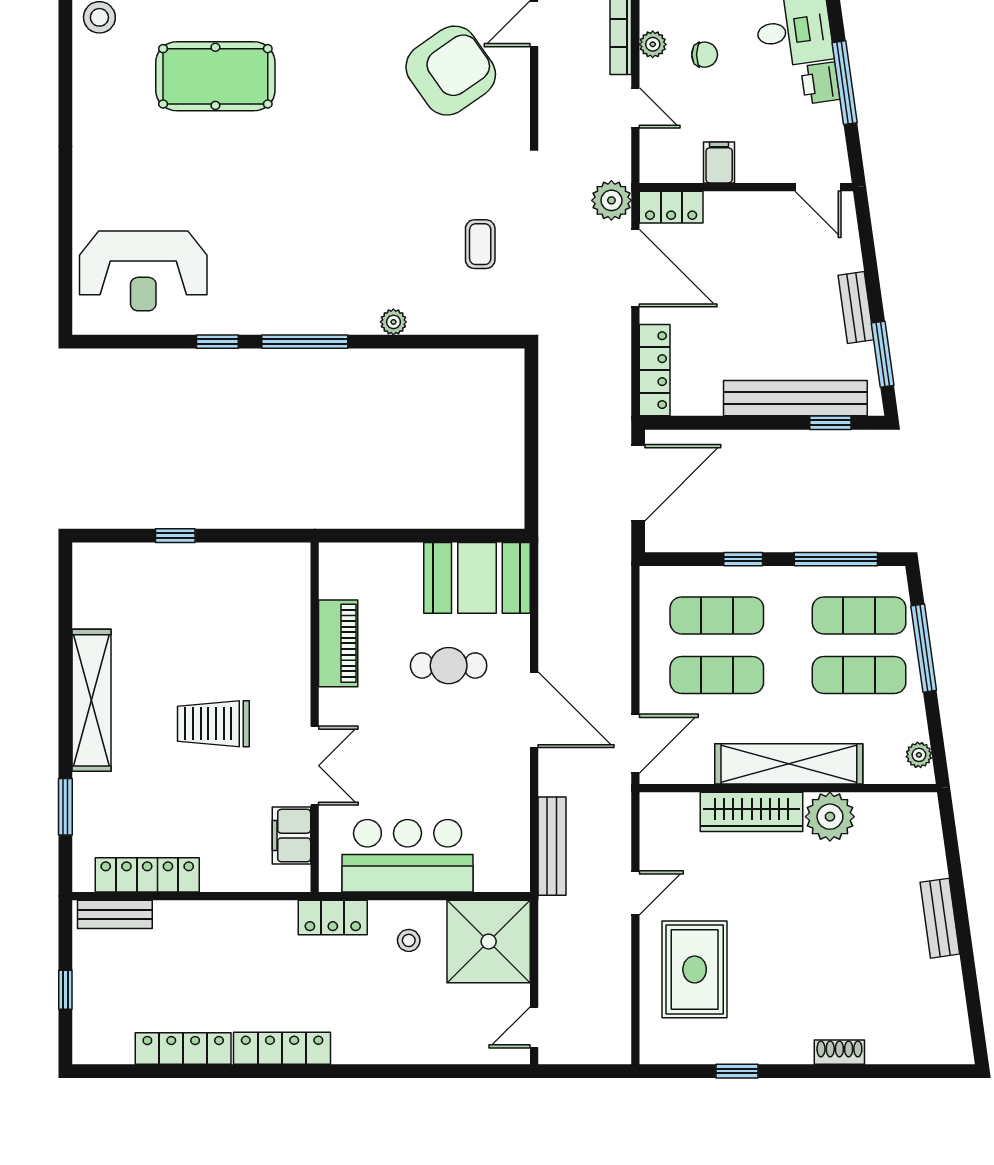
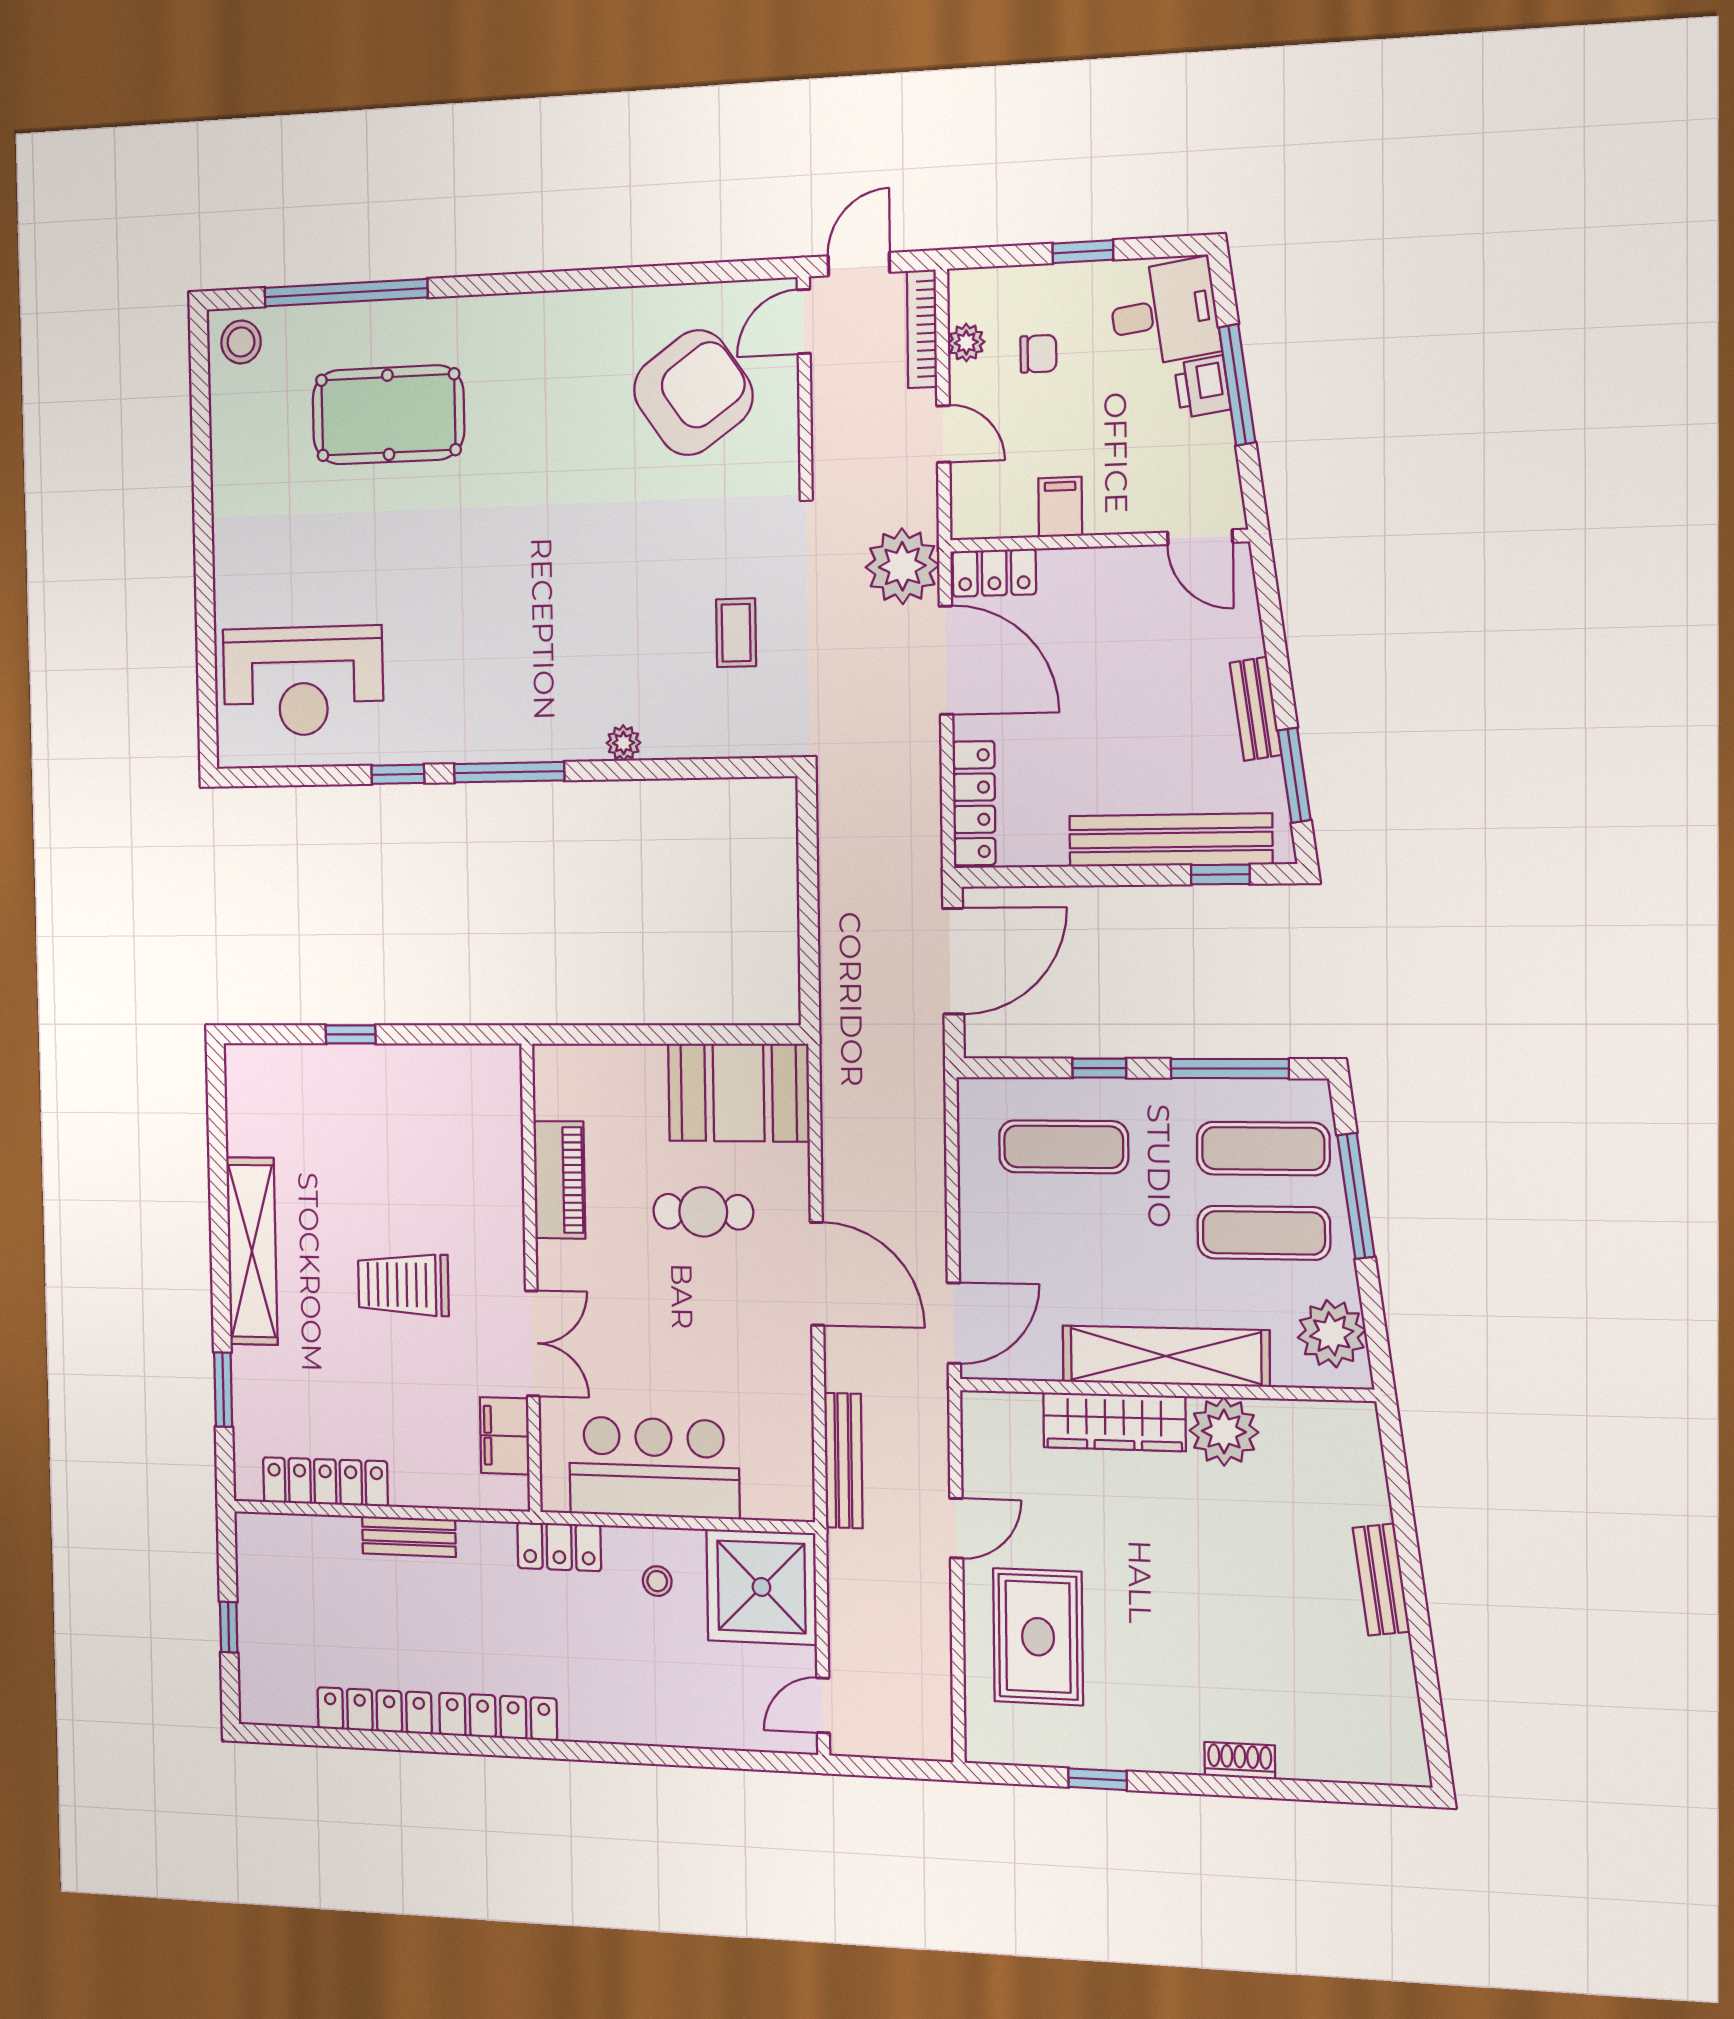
plant: (611, 200) -> (902, 566), width x1.36, depth x1.36
exercise mat: (717, 675) -> (1064, 1230), removed
plant: (919, 755) -> (1332, 1334), width x1.87, depth x1.87
bench: (115, 914) -> (409, 1537), moved

